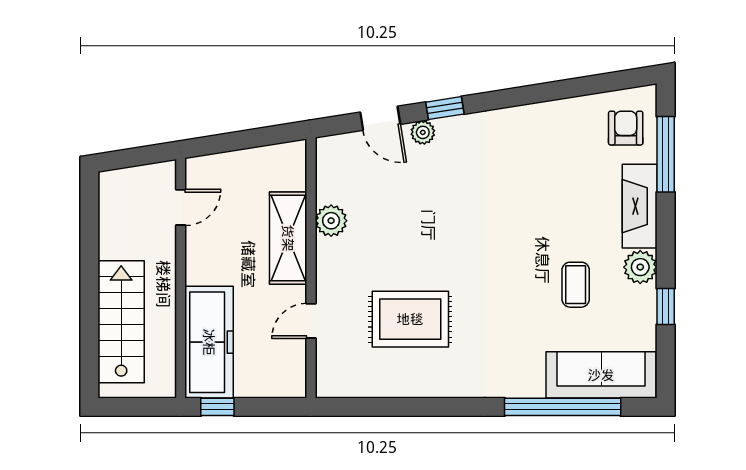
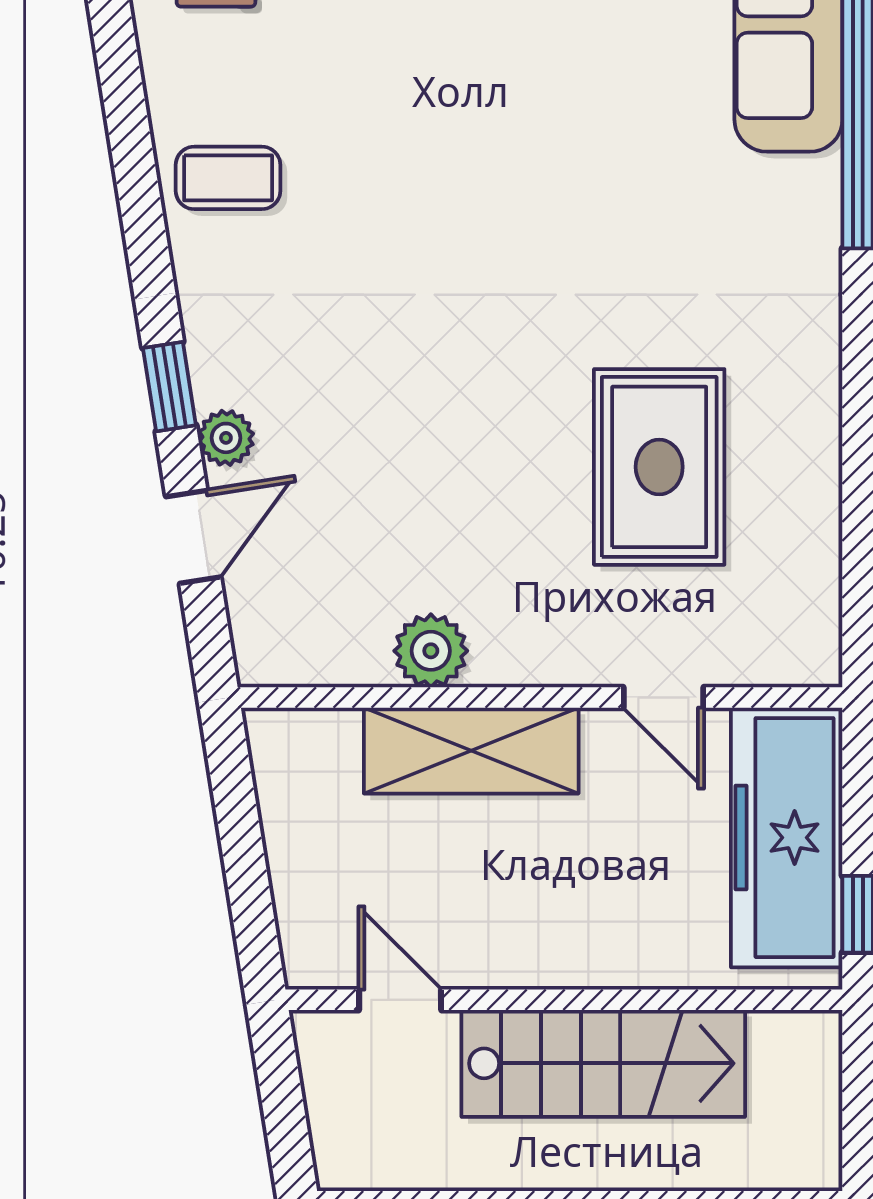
coffee table: (576, 285) -> (228, 178), moved
stairs: (121, 322) -> (603, 1063), moved, turned 180
freezer: (209, 342) -> (787, 838), moved, turned -90

